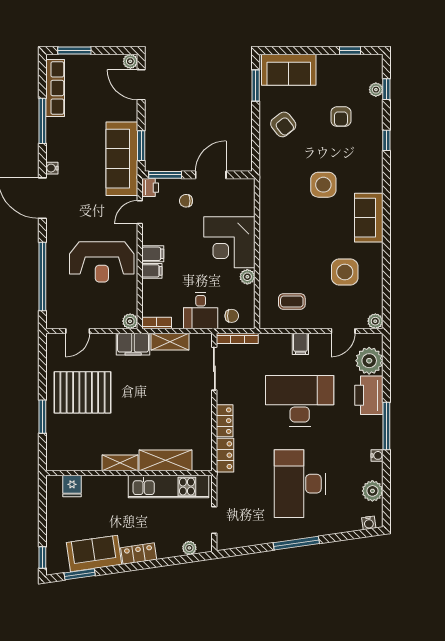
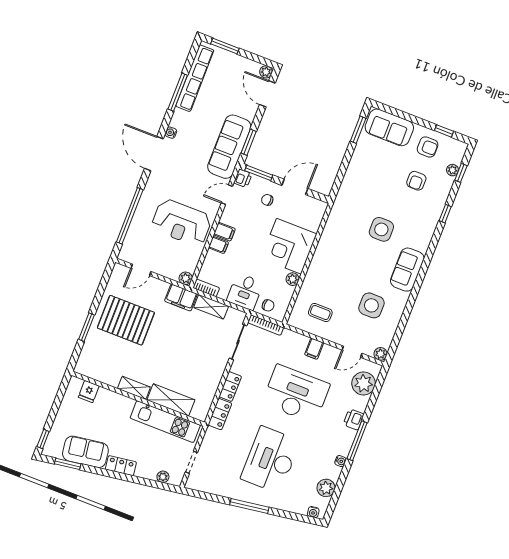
row of seats: (55, 88) -> (195, 78), width x1.36
armchair: (283, 124) -> (428, 147), moved, turned -52
printer: (369, 395) -> (353, 419), width x0.53, depth x0.68

